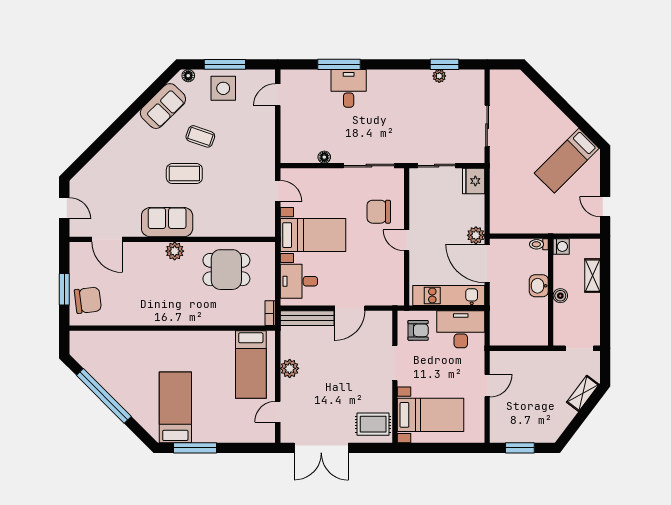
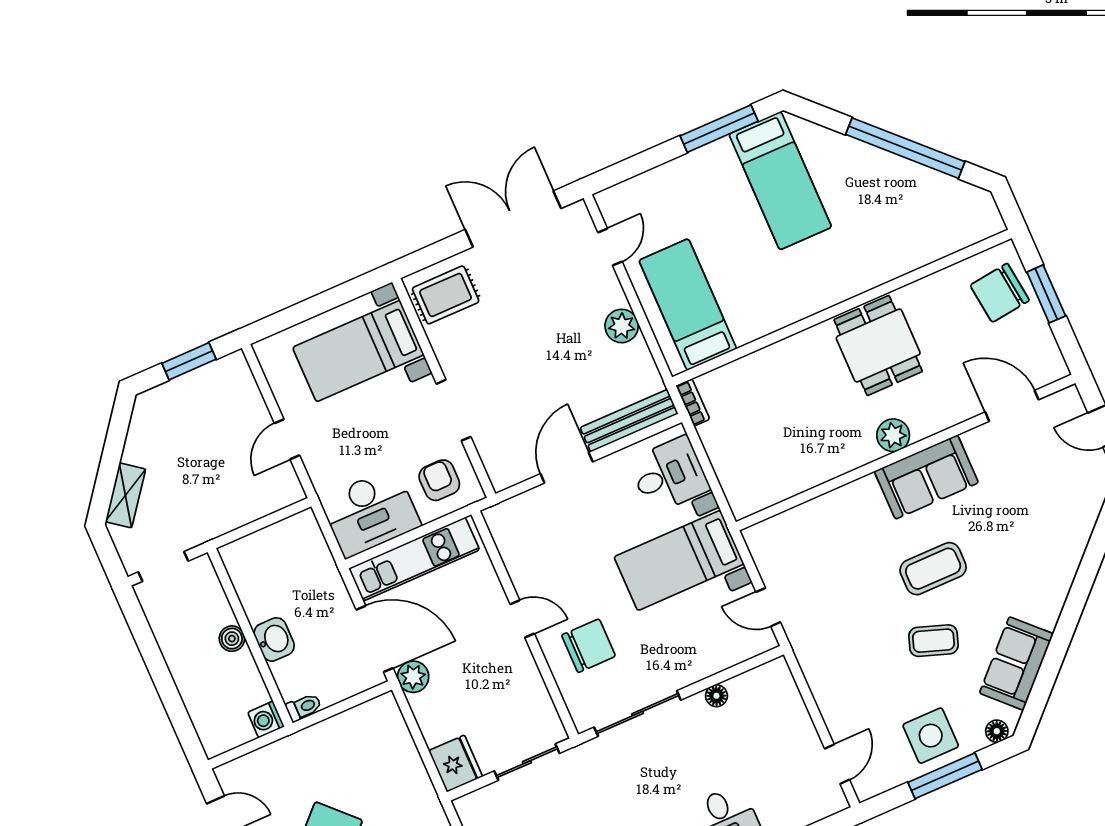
dining table: (226, 270) -> (878, 346), moved, turned 90
shelving: (593, 276) -> (194, 695), removed
armchair: (418, 330) -> (439, 480), turned 90

